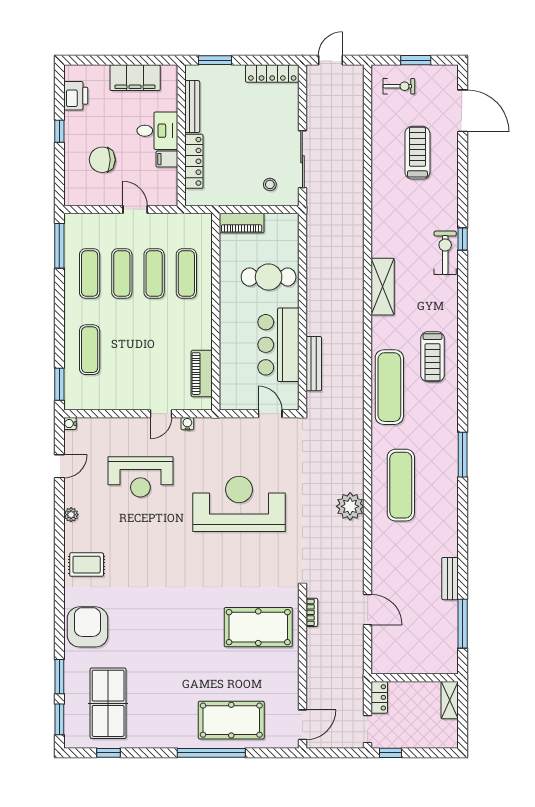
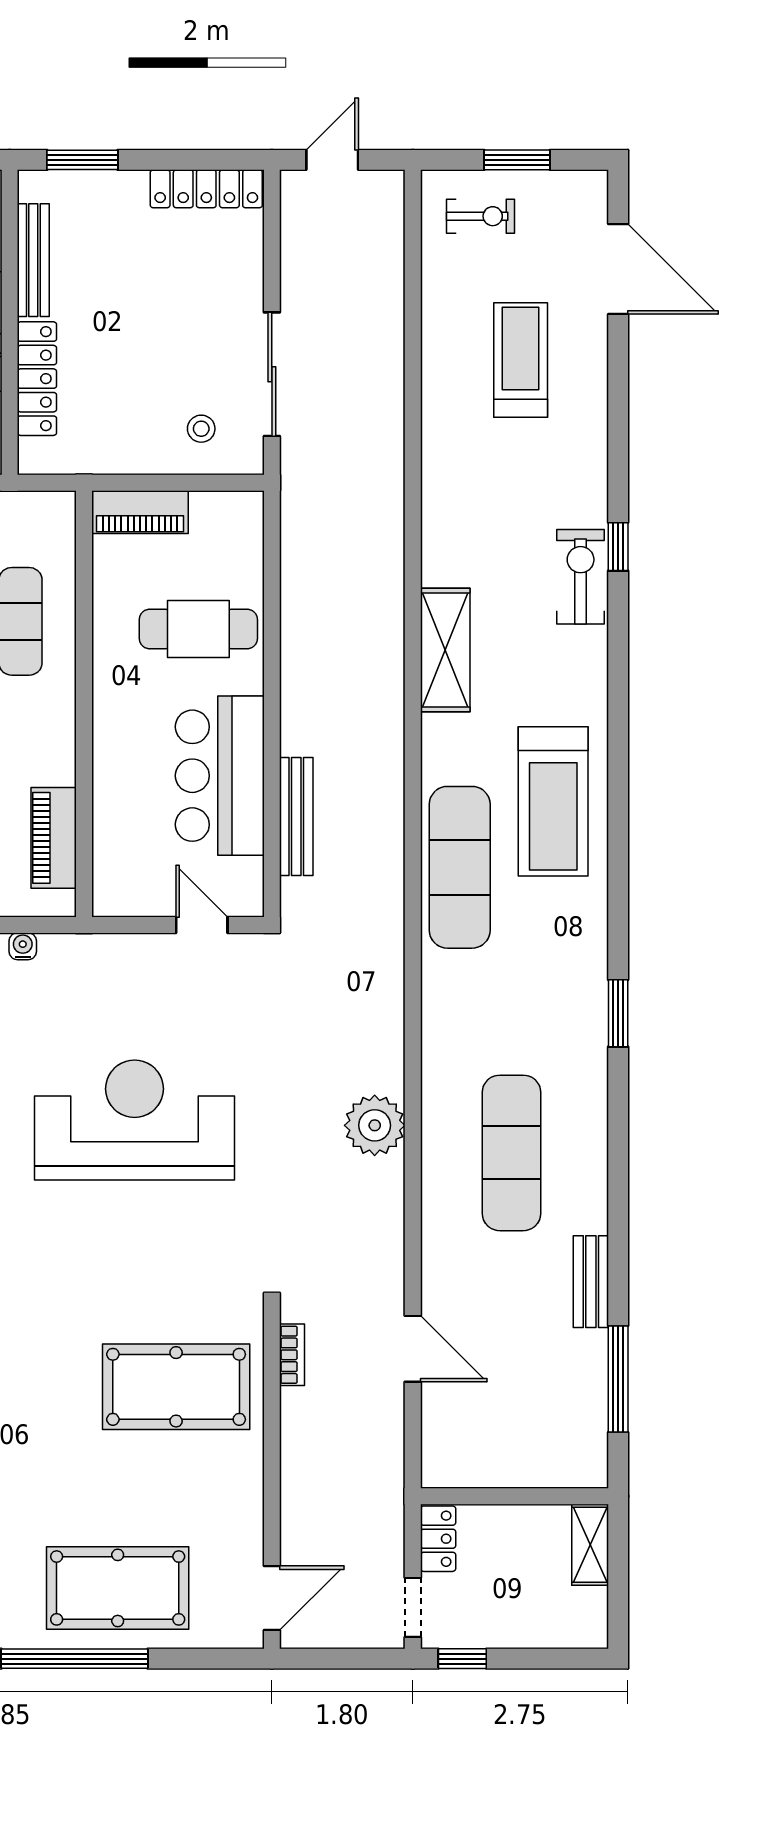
treadmill: (433, 357) -> (553, 801), width x1.37, depth x1.38
window: (463, 455) -> (618, 1013), width x0.69
exercise mat: (401, 485) -> (511, 1153), moved

